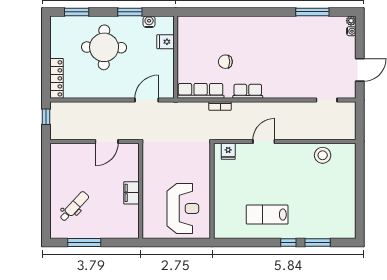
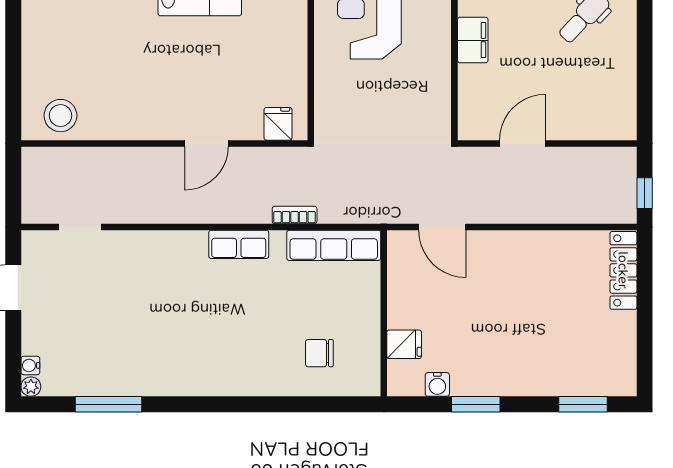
round table: (104, 47) -> (528, 333), removed
chair: (225, 62) -> (319, 353), moved, turned 180
door: (147, 100) -> (442, 227), hinge flipped
stool: (323, 155) -> (60, 116), moved

